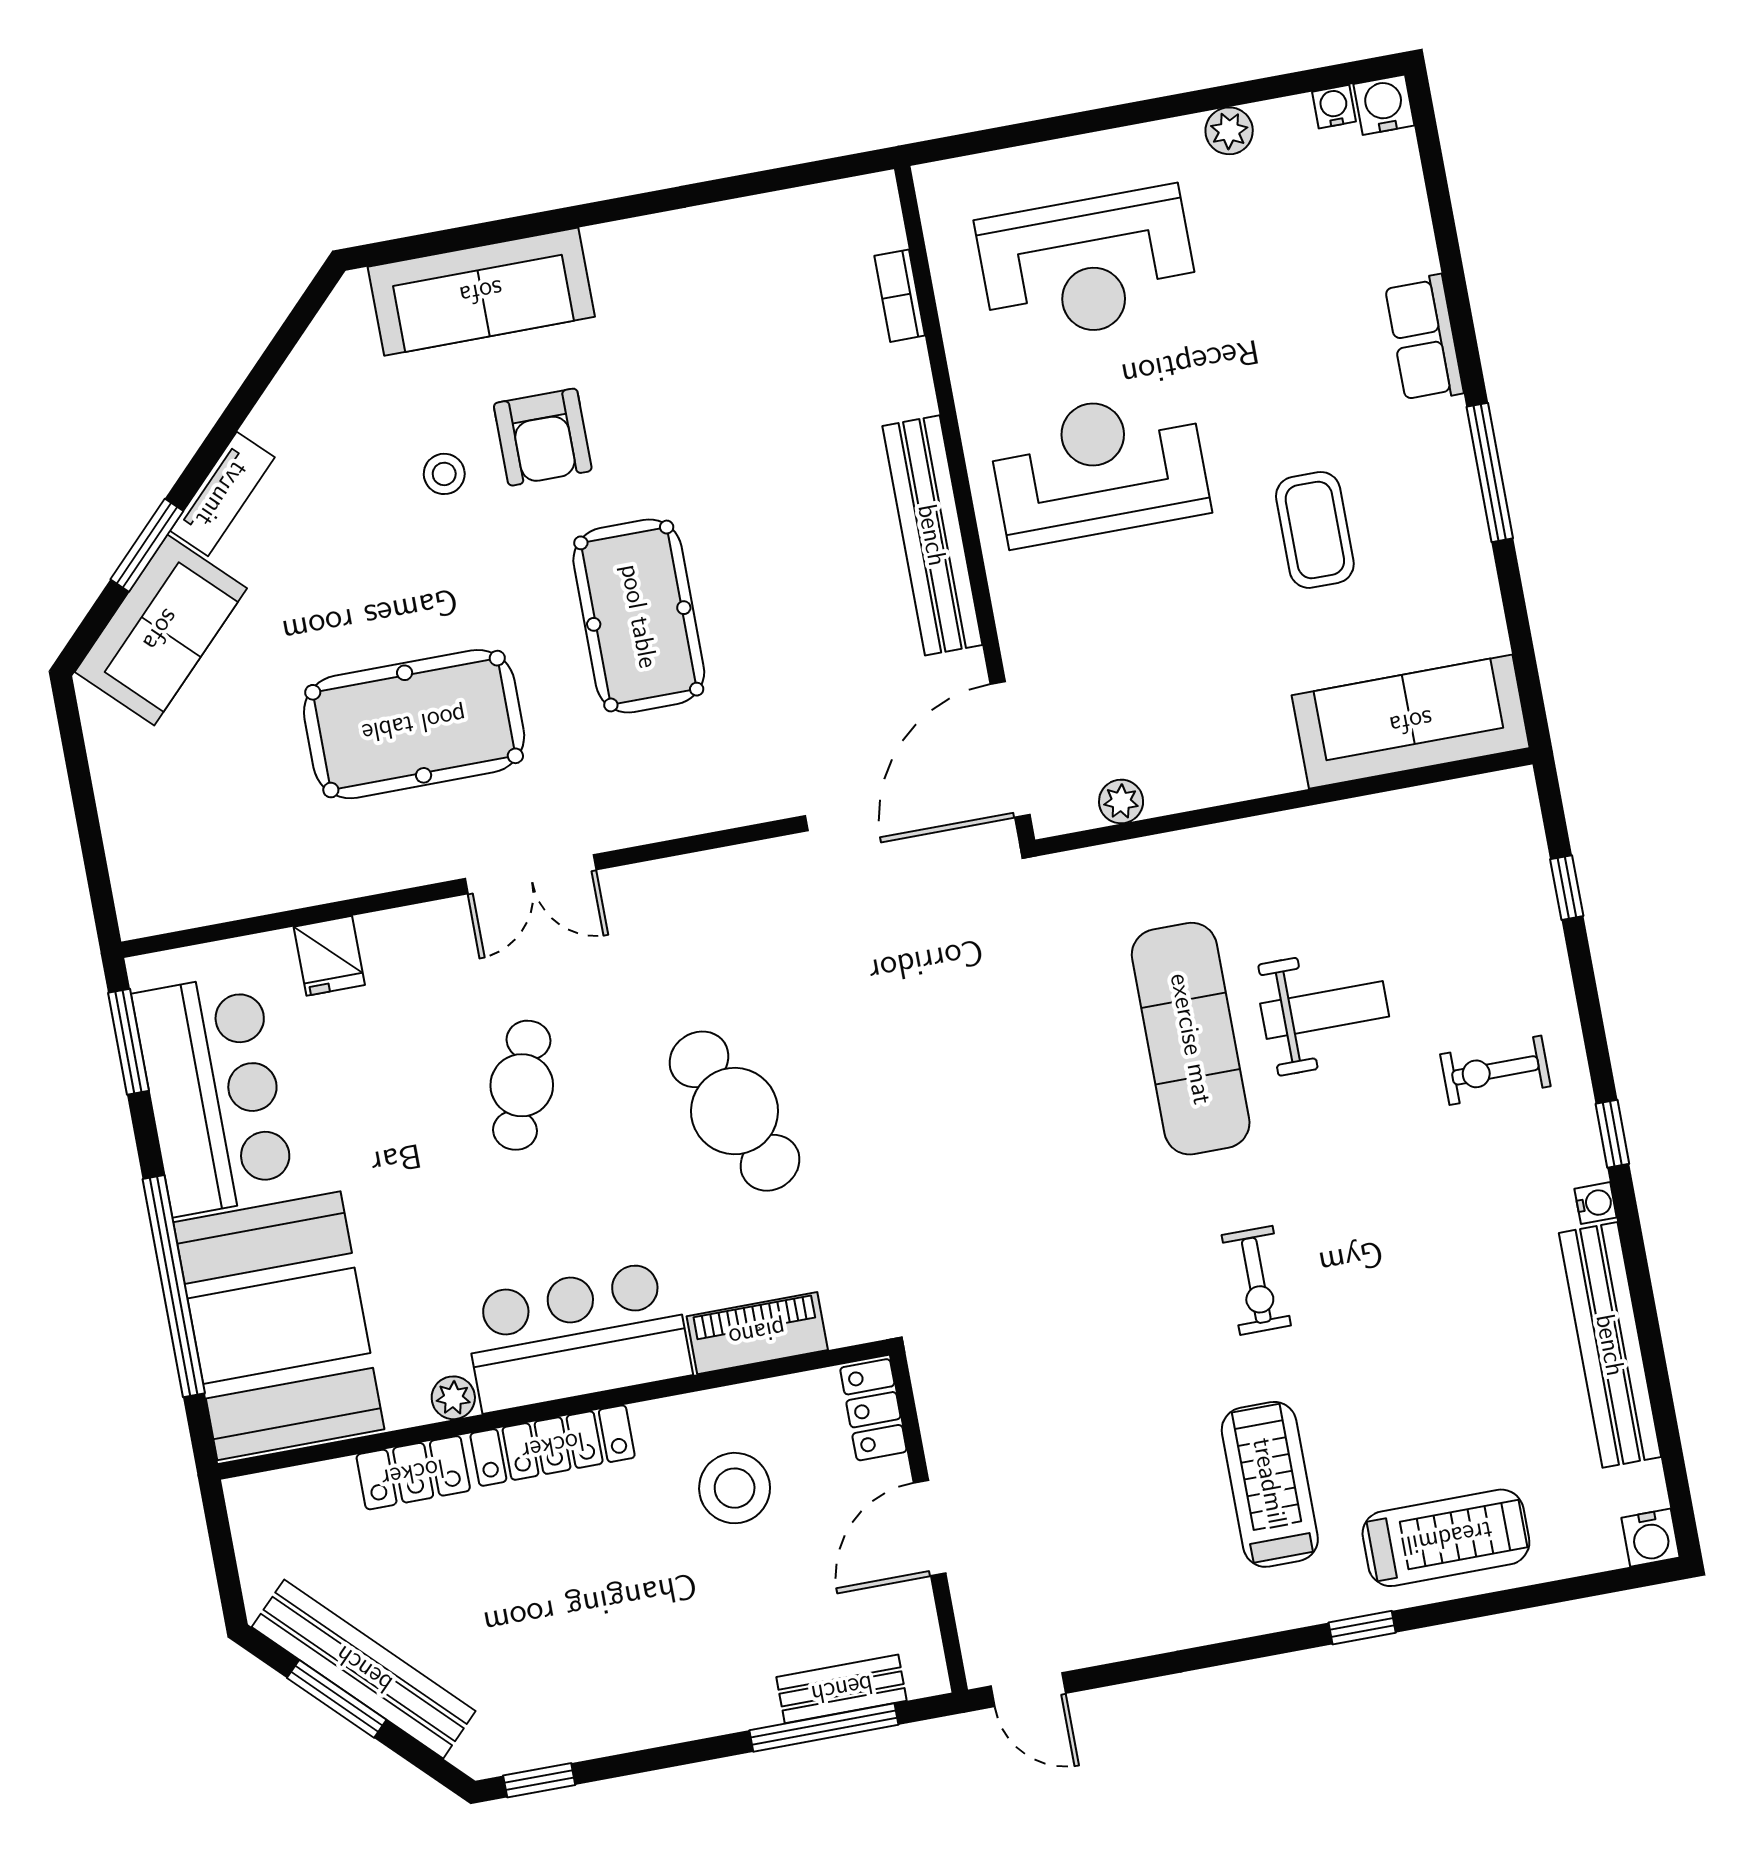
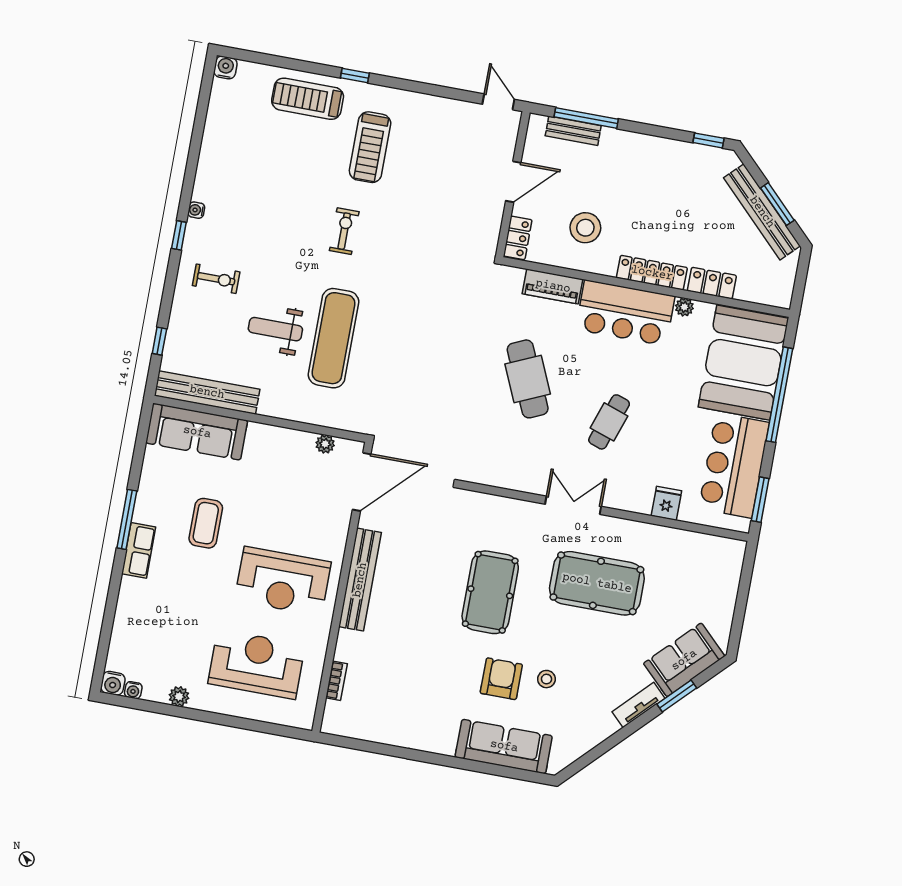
row of seats: (1424, 339) -> (139, 550), moved
bench: (1610, 1345) -> (207, 392), moved, turned 90

